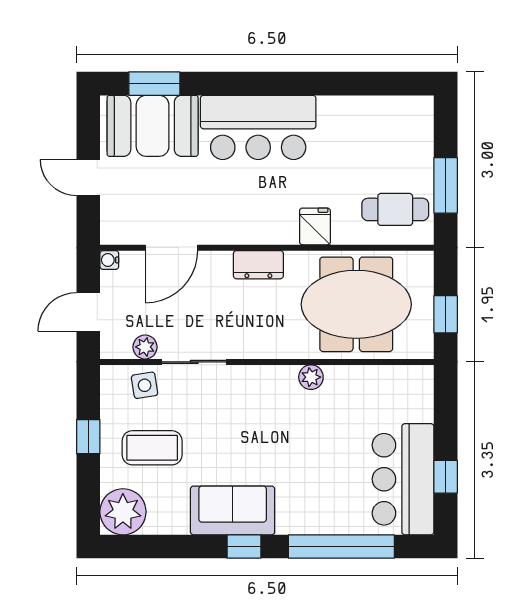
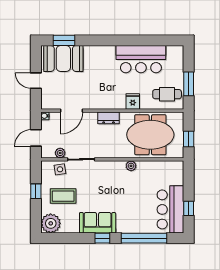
bar counter: (258, 127) -> (141, 59), moved

